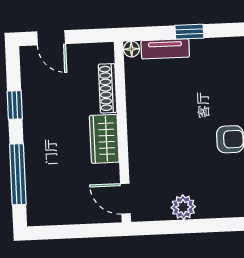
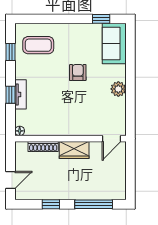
tv unit: (165, 49) -> (20, 94), moved
plant: (183, 207) -> (118, 89), moved

